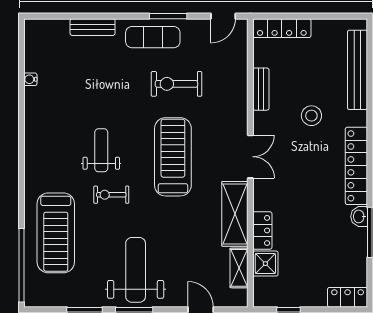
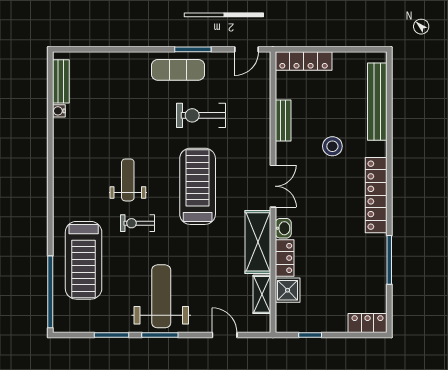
bench: (93, 27) -> (61, 81), moved, turned 90
washbasin: (359, 216) -> (283, 228), moved, turned 180

